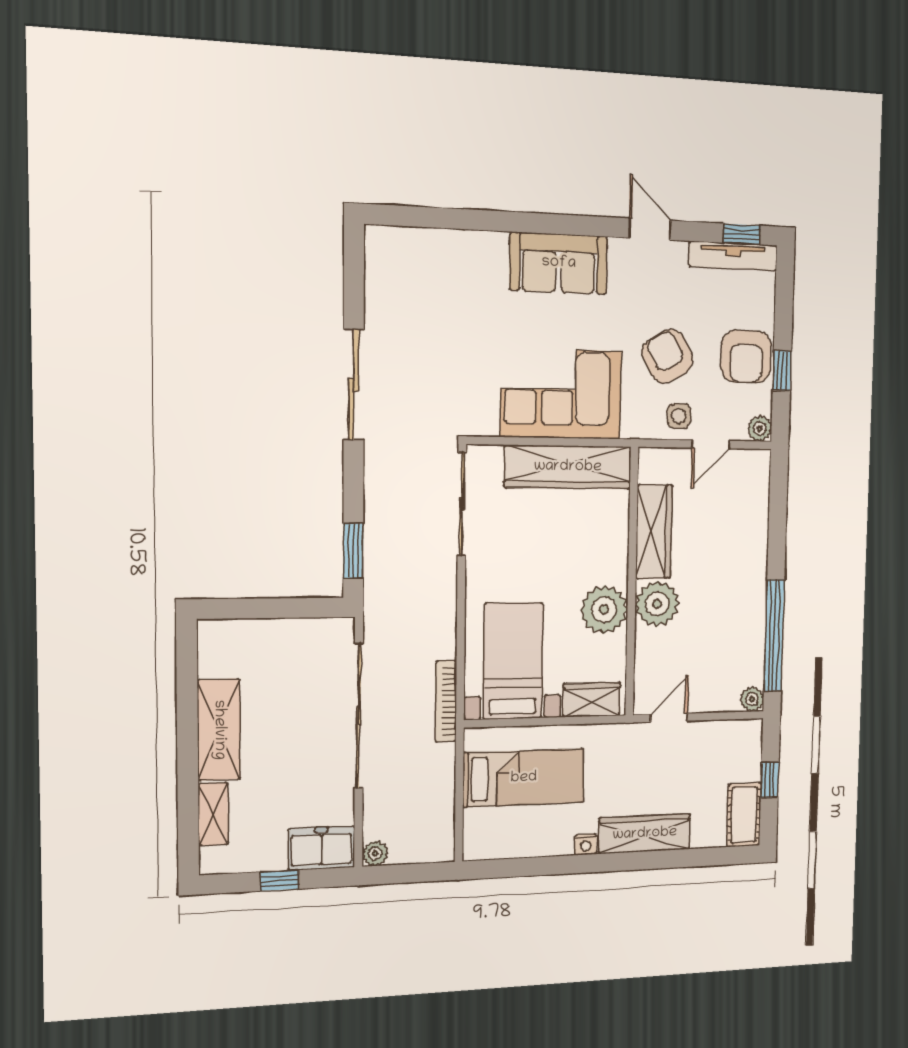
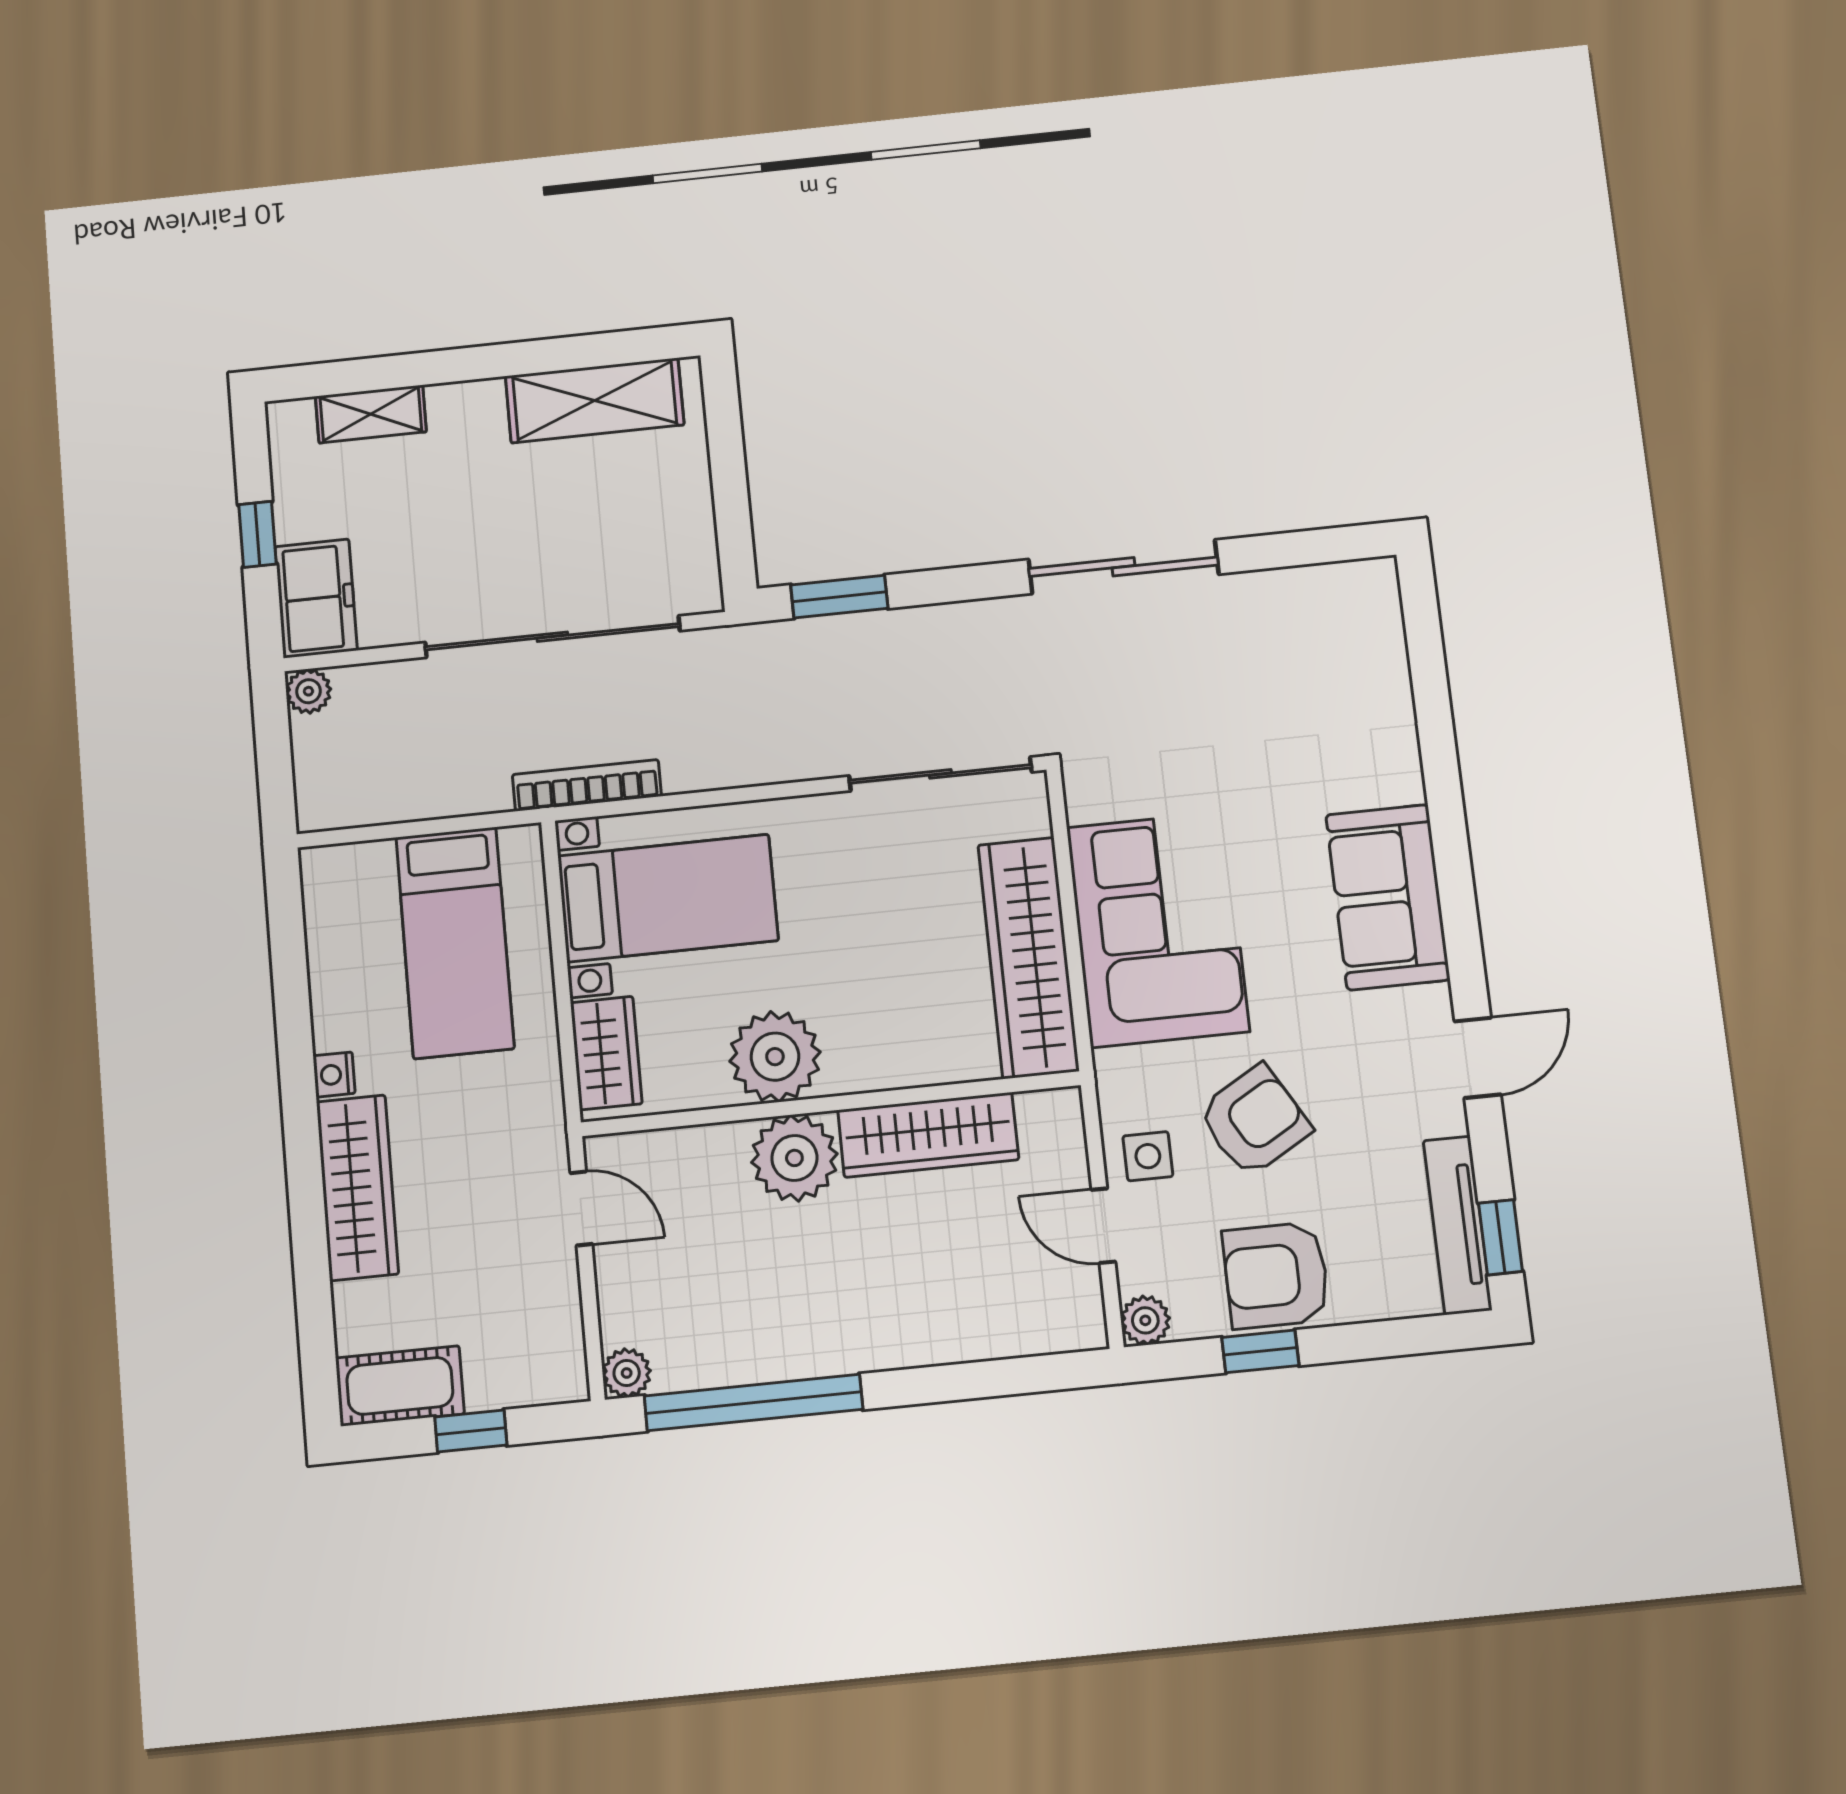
shelving: (219, 730) -> (595, 400), moved

